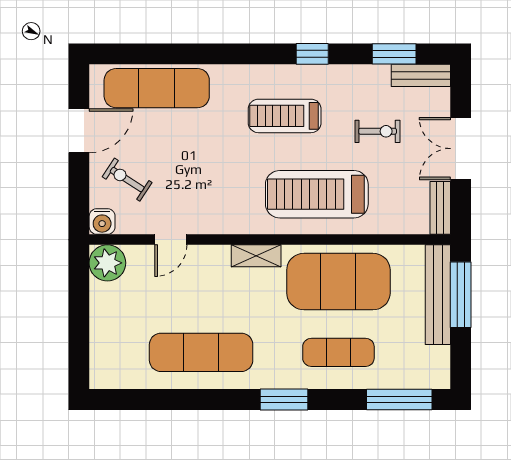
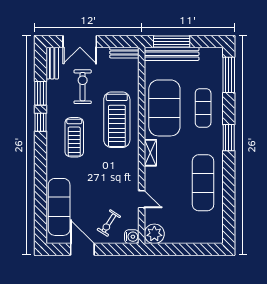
window: (394, 54) -> (40, 93), moved
exercise bike: (378, 131) -> (83, 87), width x1.38, depth x1.39
double door: (461, 149) -> (80, 41), moved

